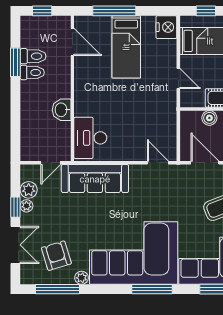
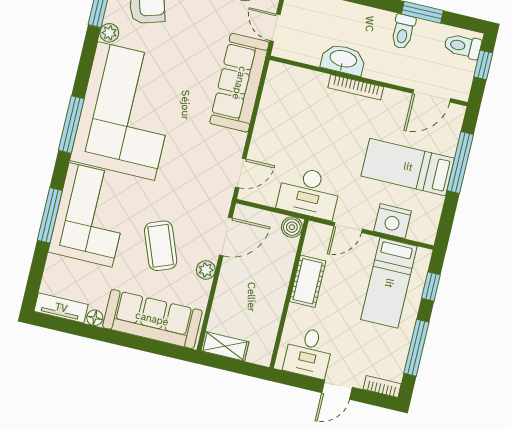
nightstand: (166, 27) -> (393, 221), moved
toilet: (33, 56) -> (463, 46), moved, turned 90
bookcase: (79, 96) -> (356, 87), added
washbasin: (62, 110) -> (343, 59), width x1.38
boiler: (209, 118) -> (292, 227), moved
desk: (90, 138) -> (309, 193), moved, turned 180

